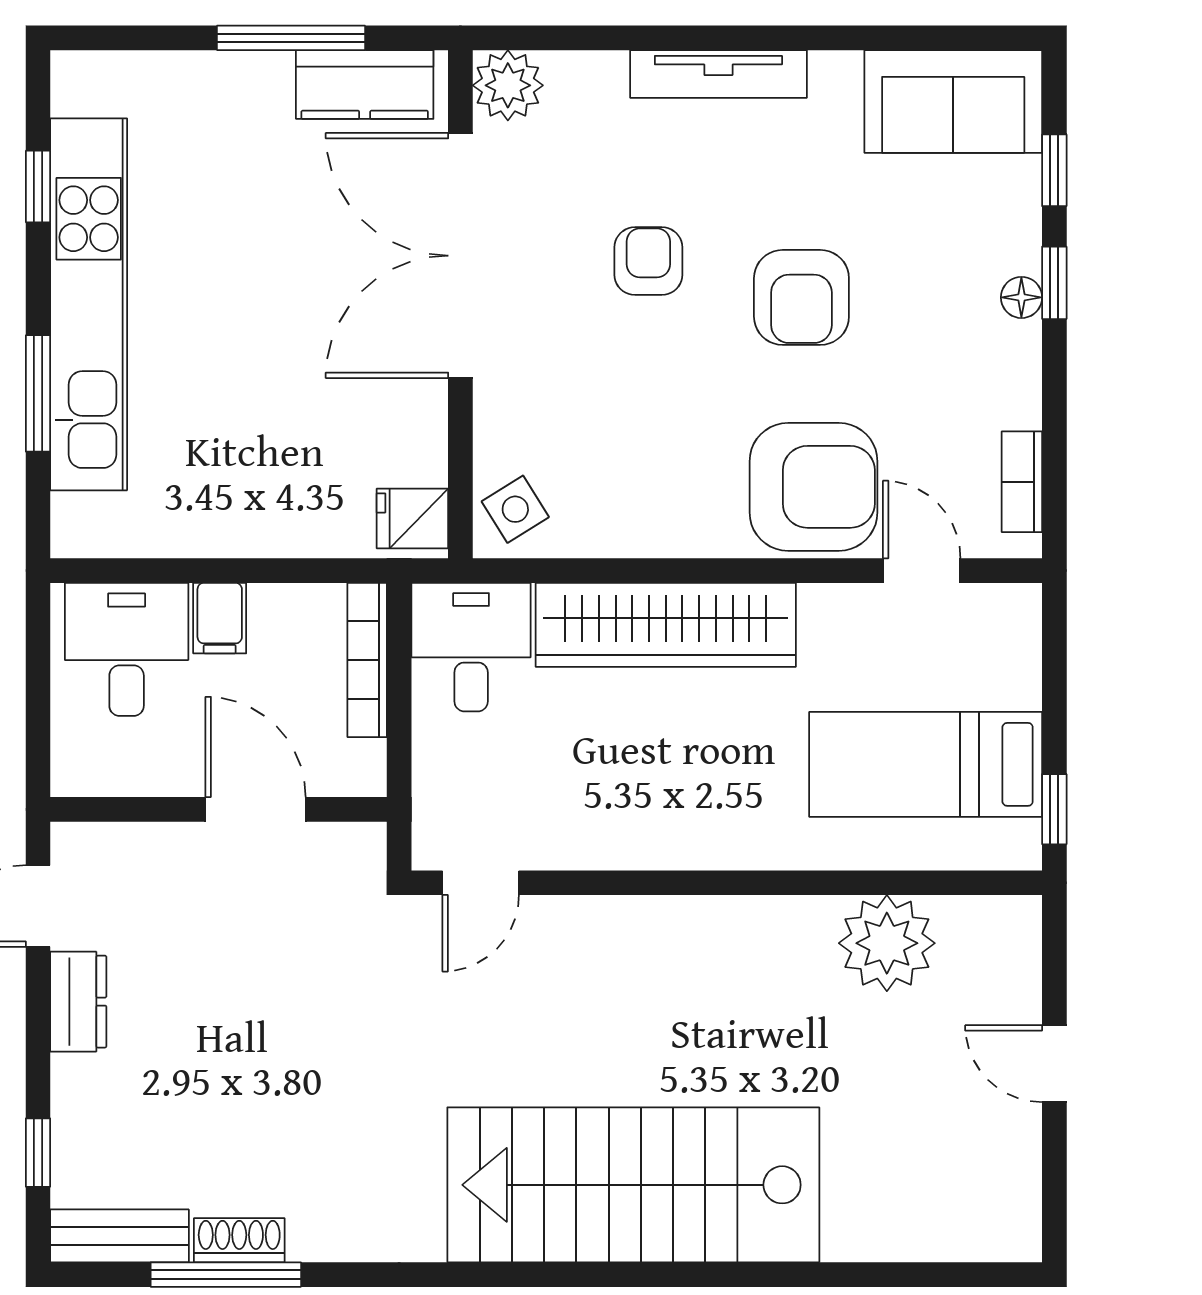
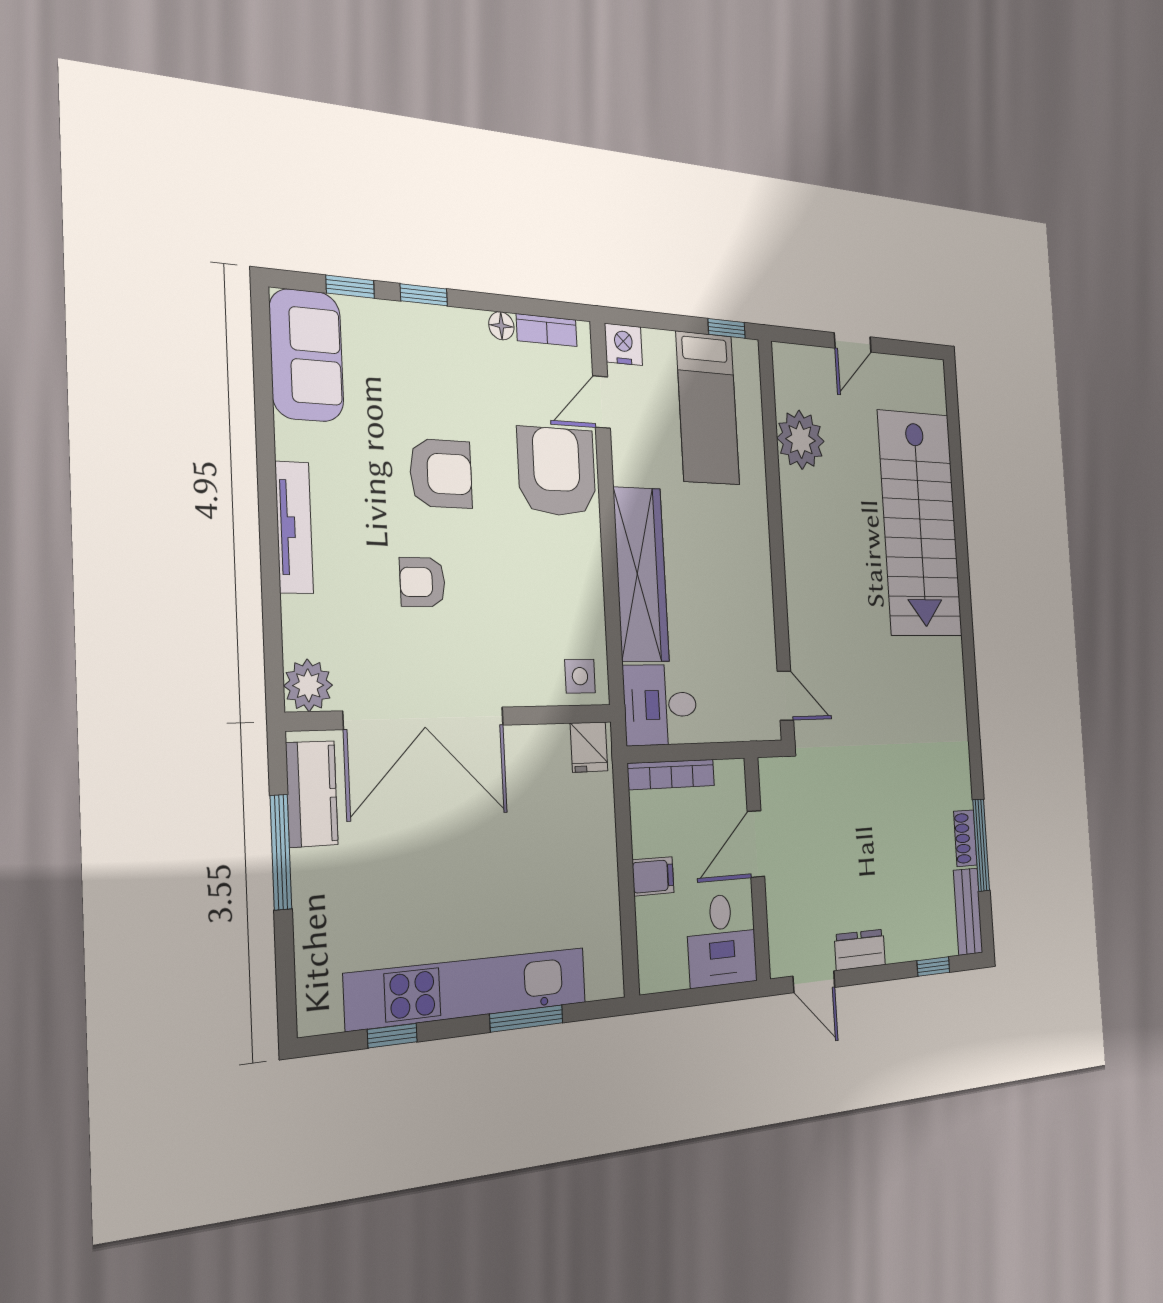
floor lamp: (1021, 297) -> (501, 326), moved
side table: (515, 509) -> (580, 676), turned 32
nightstand: (1012, 615) -> (624, 344), added
desk: (127, 649) -> (722, 940), moved, turned -90
stairs: (633, 1185) -> (920, 524), moved

